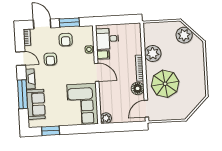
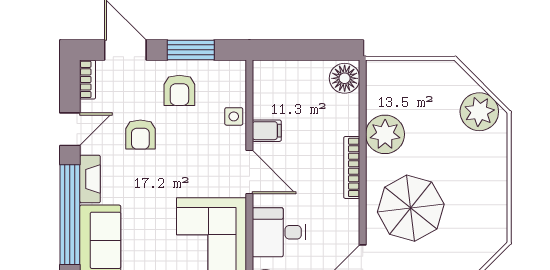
plant: (184, 35) -> (479, 112), moved
desk: (107, 39) -> (279, 232), moved
door: (21, 58) -> (70, 129), hinge flipped
floor lamp: (138, 88) -> (345, 78), moved
window: (23, 94) -> (70, 215), width x1.46

